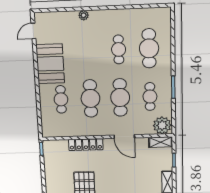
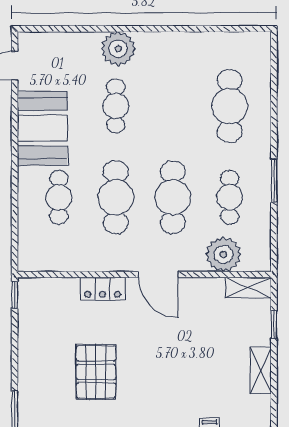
plant: (84, 15) -> (118, 49), width x1.87, depth x1.87
cafe table: (119, 49) -> (116, 106), moved
plant: (162, 125) -> (223, 254), moved
door: (124, 137) -> (158, 275), moved
locker: (86, 145) -> (103, 289), width x0.66

